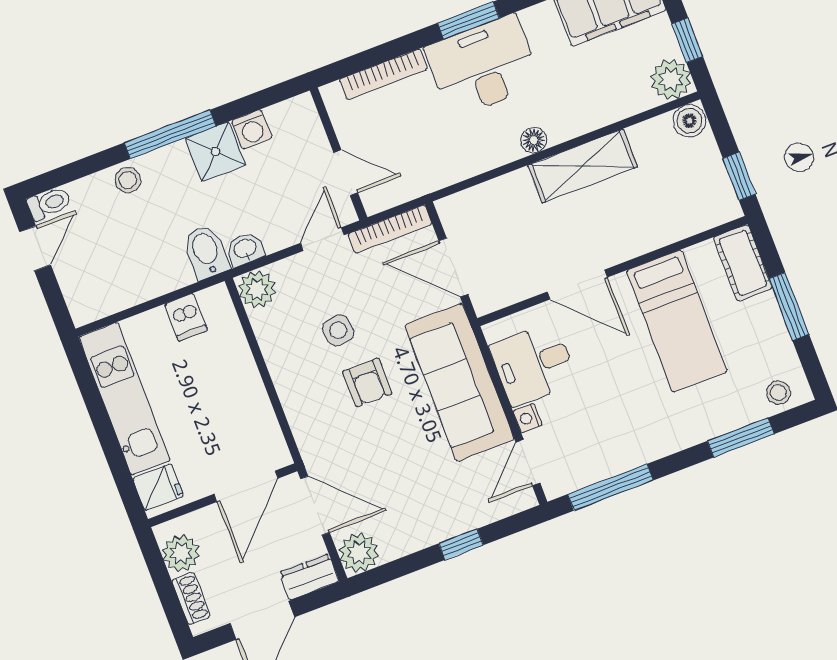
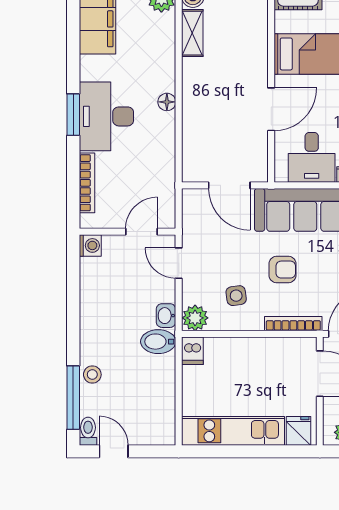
washing machine: (252, 129) -> (90, 245), moved
window: (170, 134) -> (73, 398), moved
shower: (215, 152) -> (96, 311), removed
shelving: (583, 166) -> (192, 33), moved, width x0.67, depth x0.75
bookcase: (390, 229) -> (293, 324), moved, turned -90
door: (453, 267) -> (229, 185), hinge flipped
dishwasher: (186, 317) -> (192, 351), moved, turned 90
side table: (338, 330) -> (236, 296), moved

